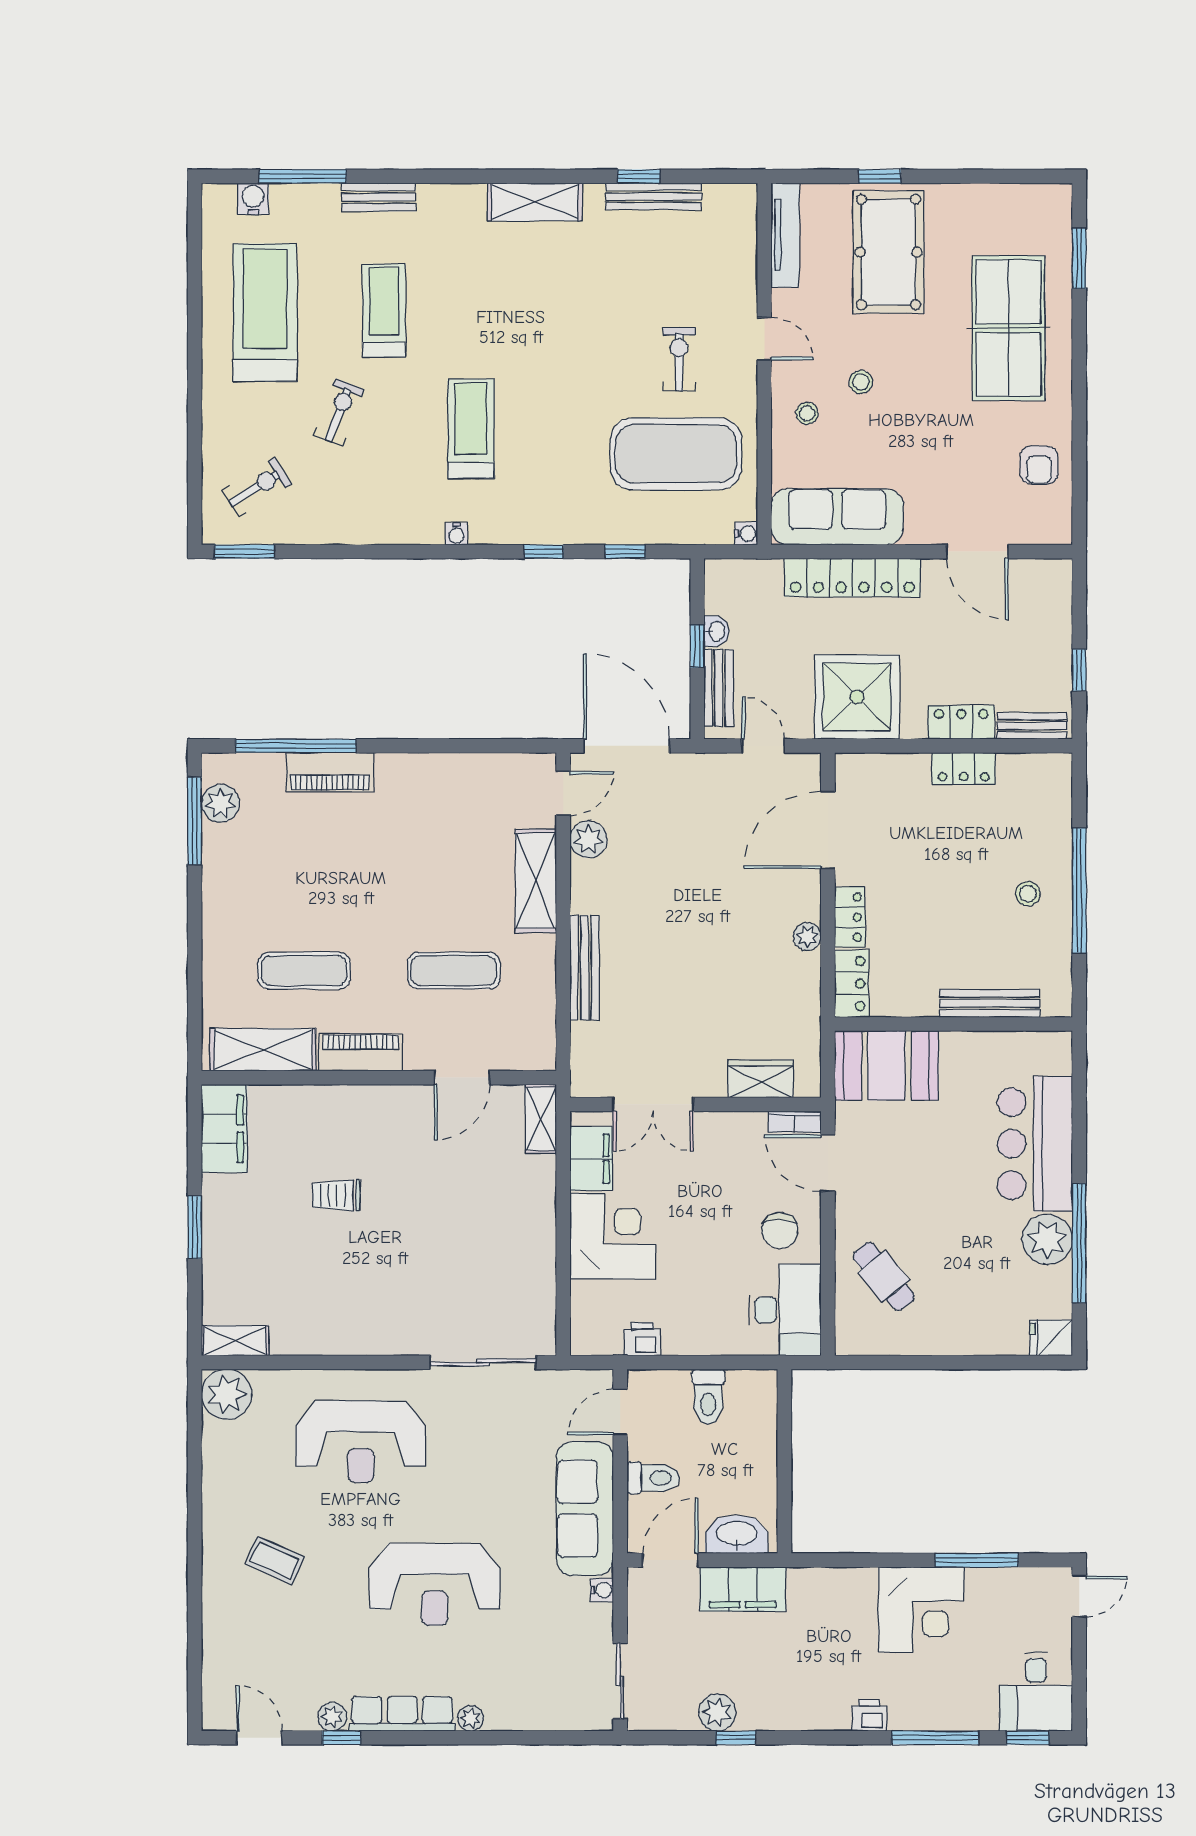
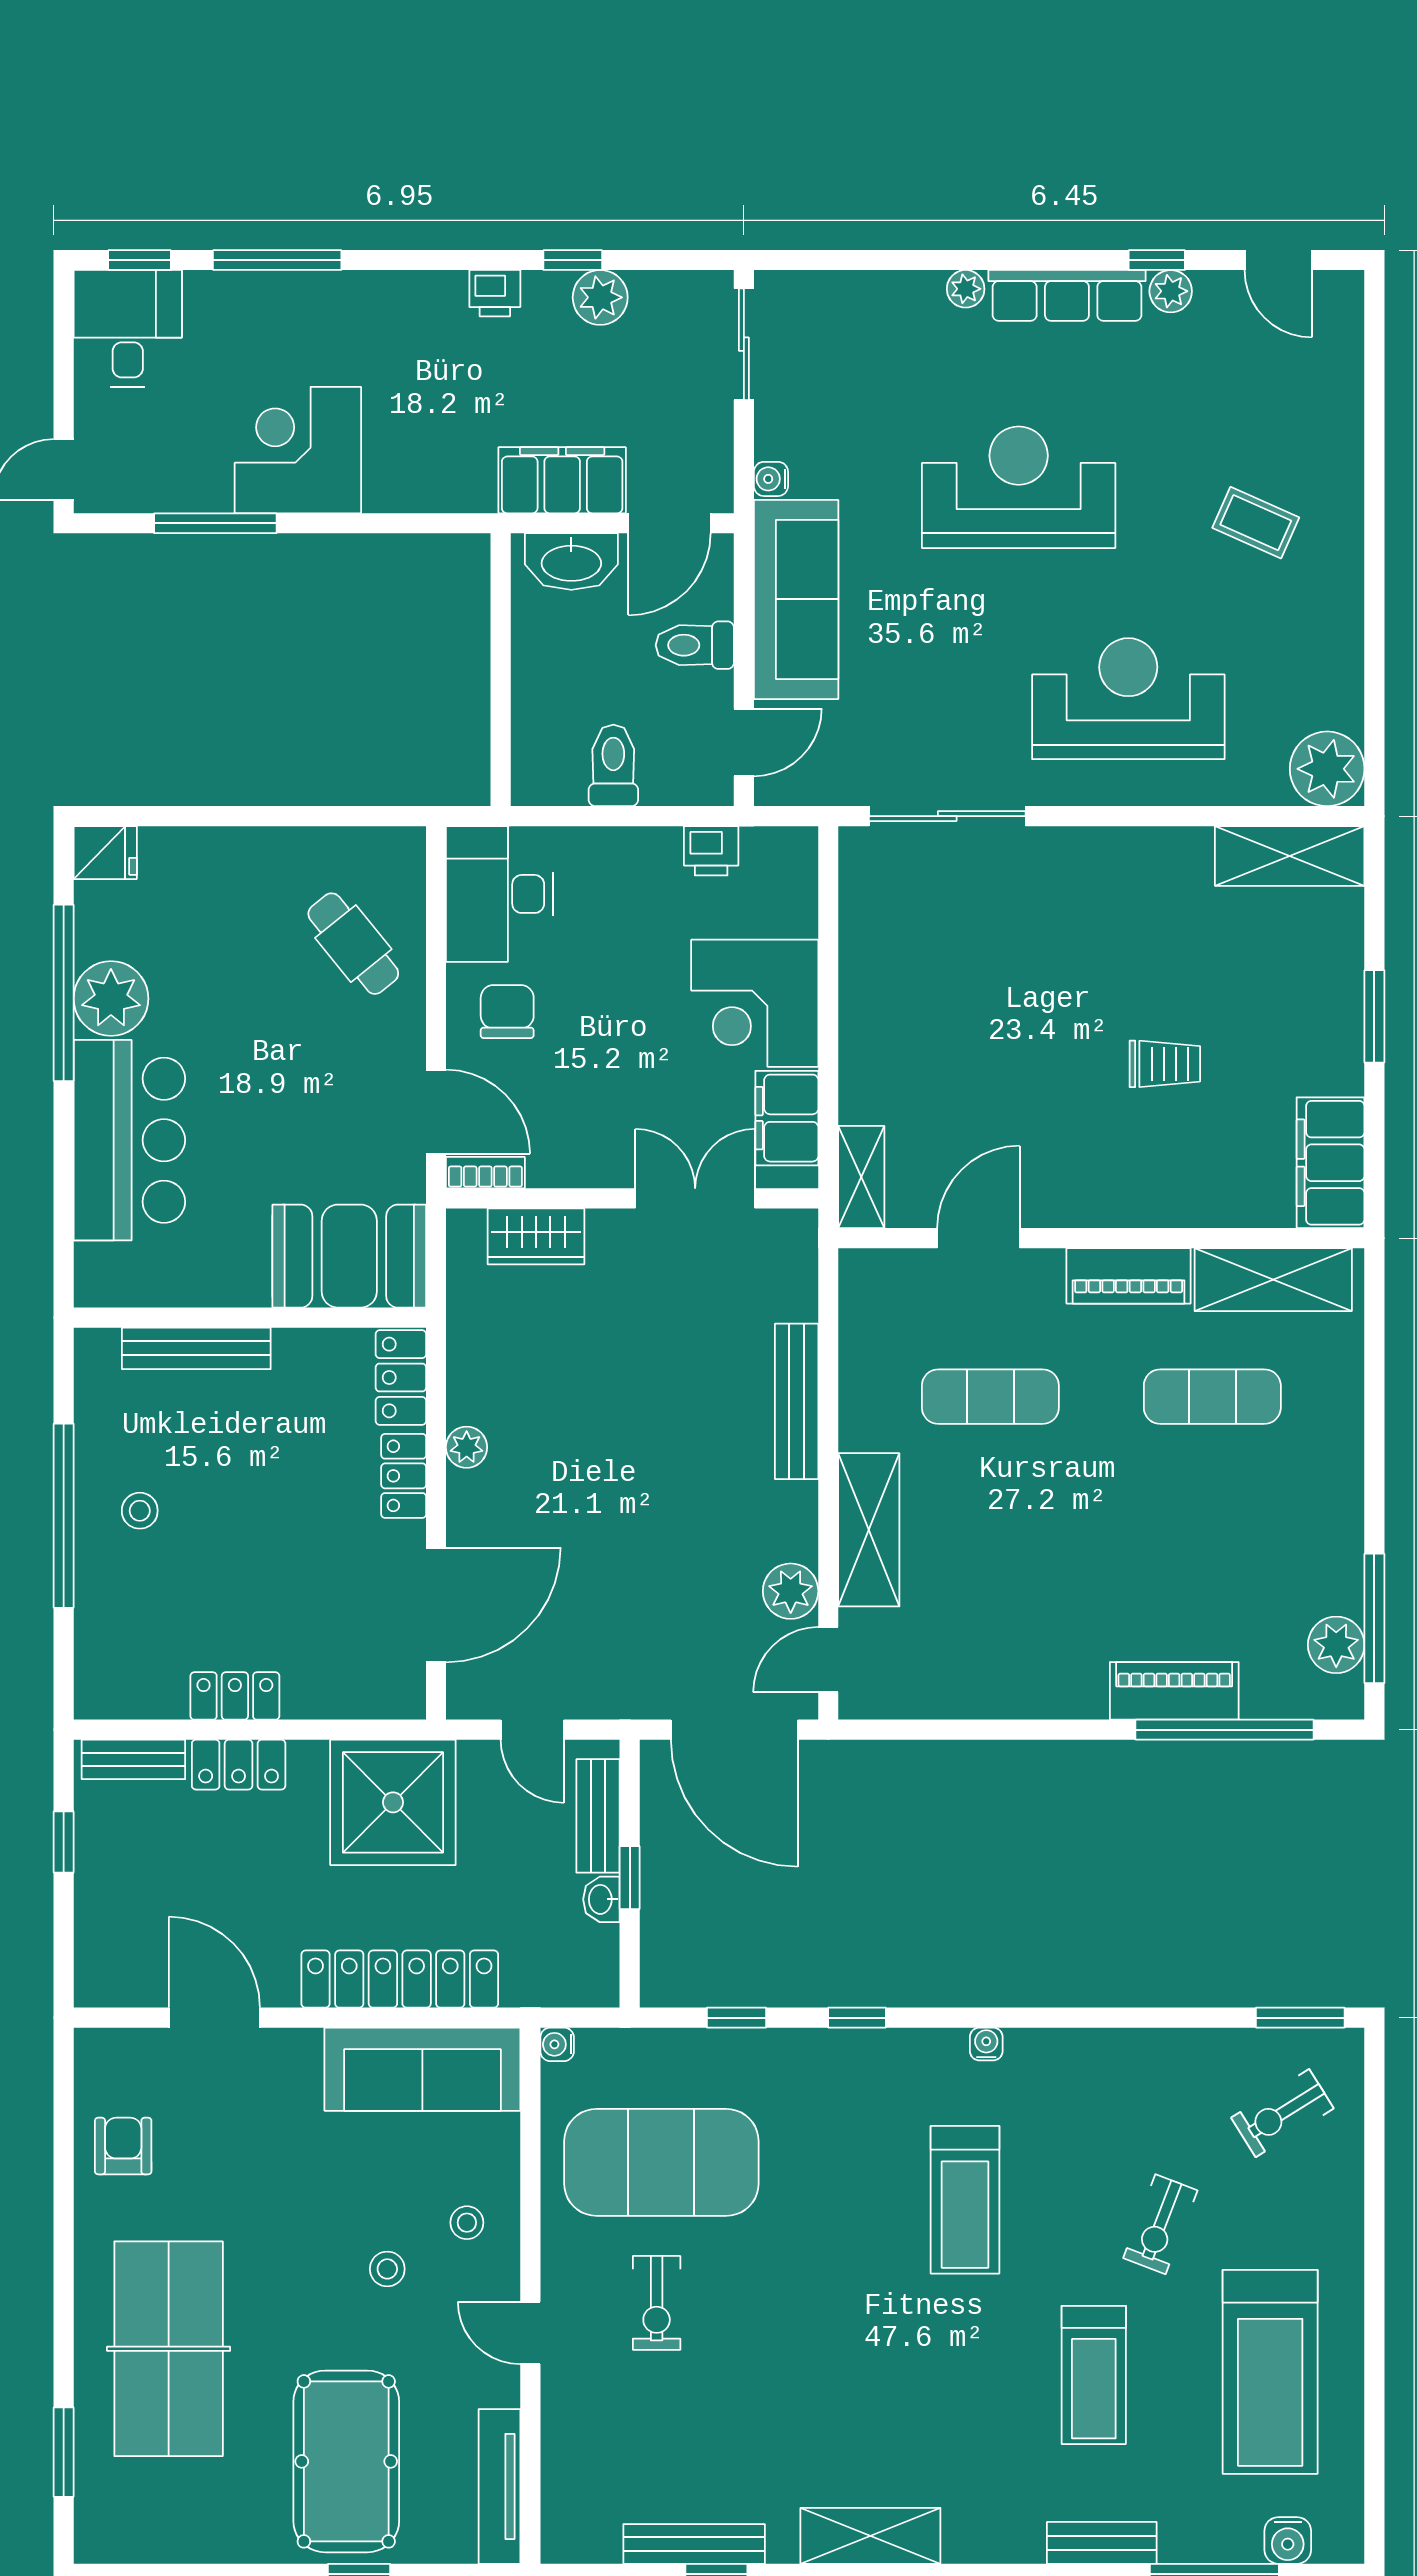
shelving: (235, 1341) -> (1290, 856), width x1.50, depth x1.33
printer: (869, 1715) -> (495, 293), moved

